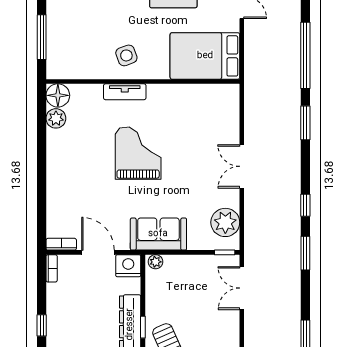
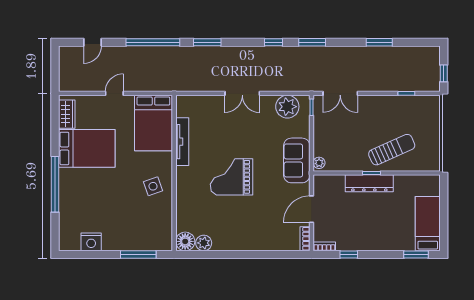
tv unit: (125, 92) -> (182, 142), moved, width x1.41
nightstand: (128, 266) -> (322, 185), removed
window: (42, 325) -> (349, 254), moved

